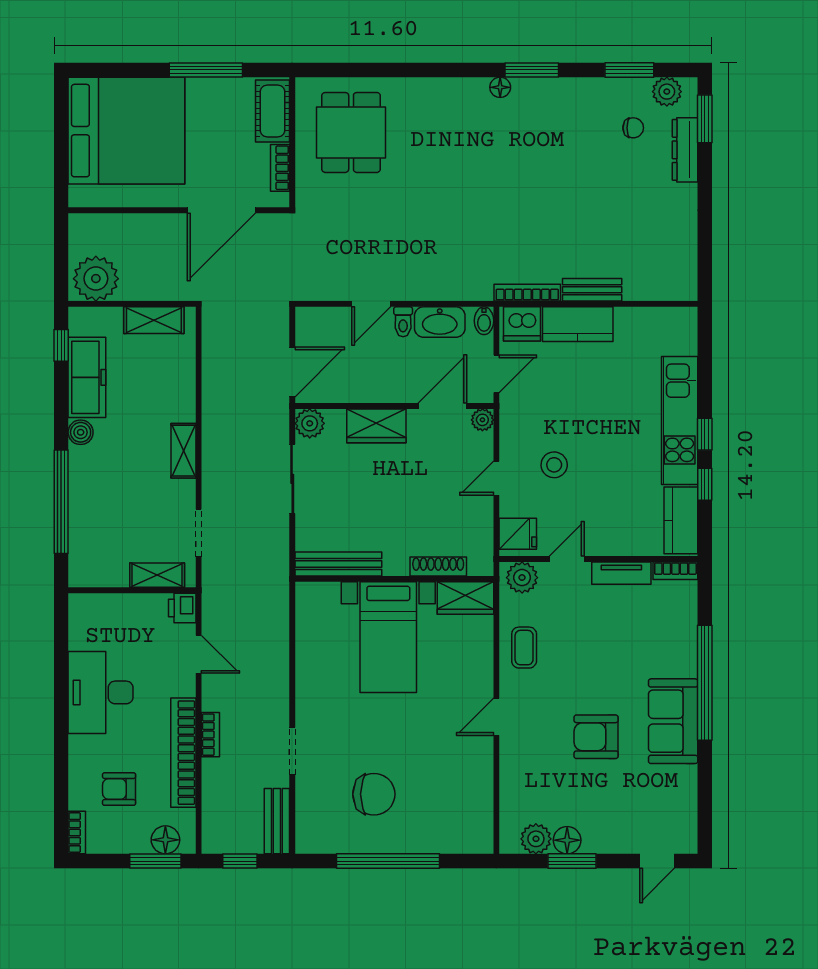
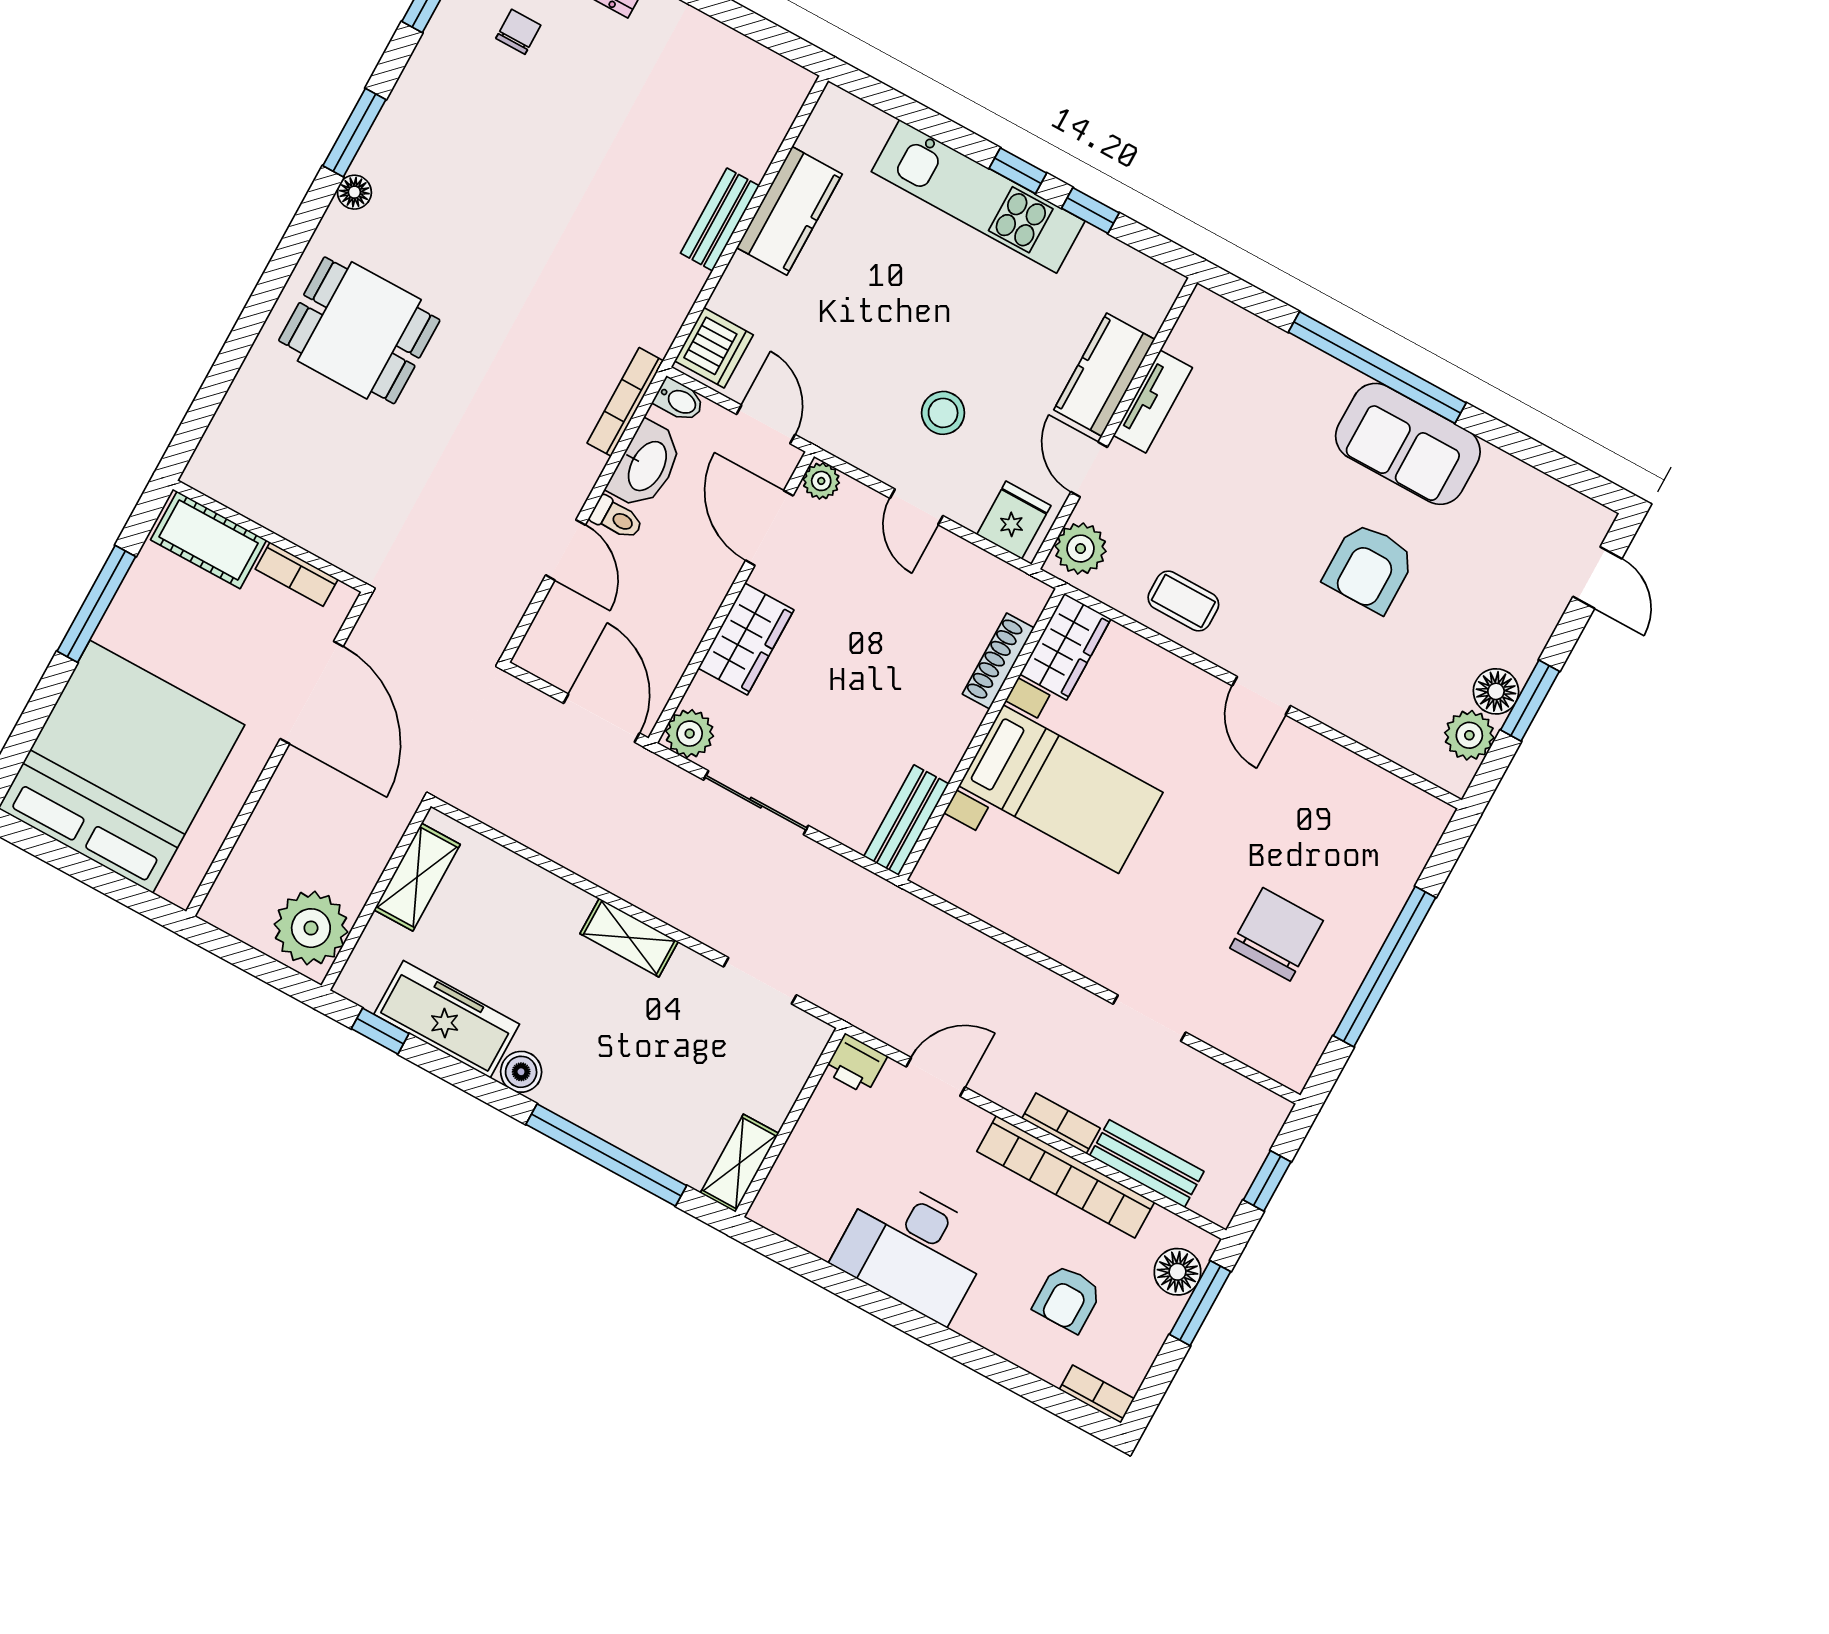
dining table: (351, 132) -> (359, 330), moved
bookcase: (527, 293) -> (625, 402), moved
kitchen counter: (578, 324) -> (789, 211), moved
kitchen counter: (681, 520) -> (1104, 375), moved, turned 90
bench: (338, 564) -> (906, 820), width x0.73
bookcase: (675, 571) -> (1192, 321), removed
shelving: (157, 575) -> (739, 1163), moved
bench: (277, 821) -> (1147, 1164), moved

